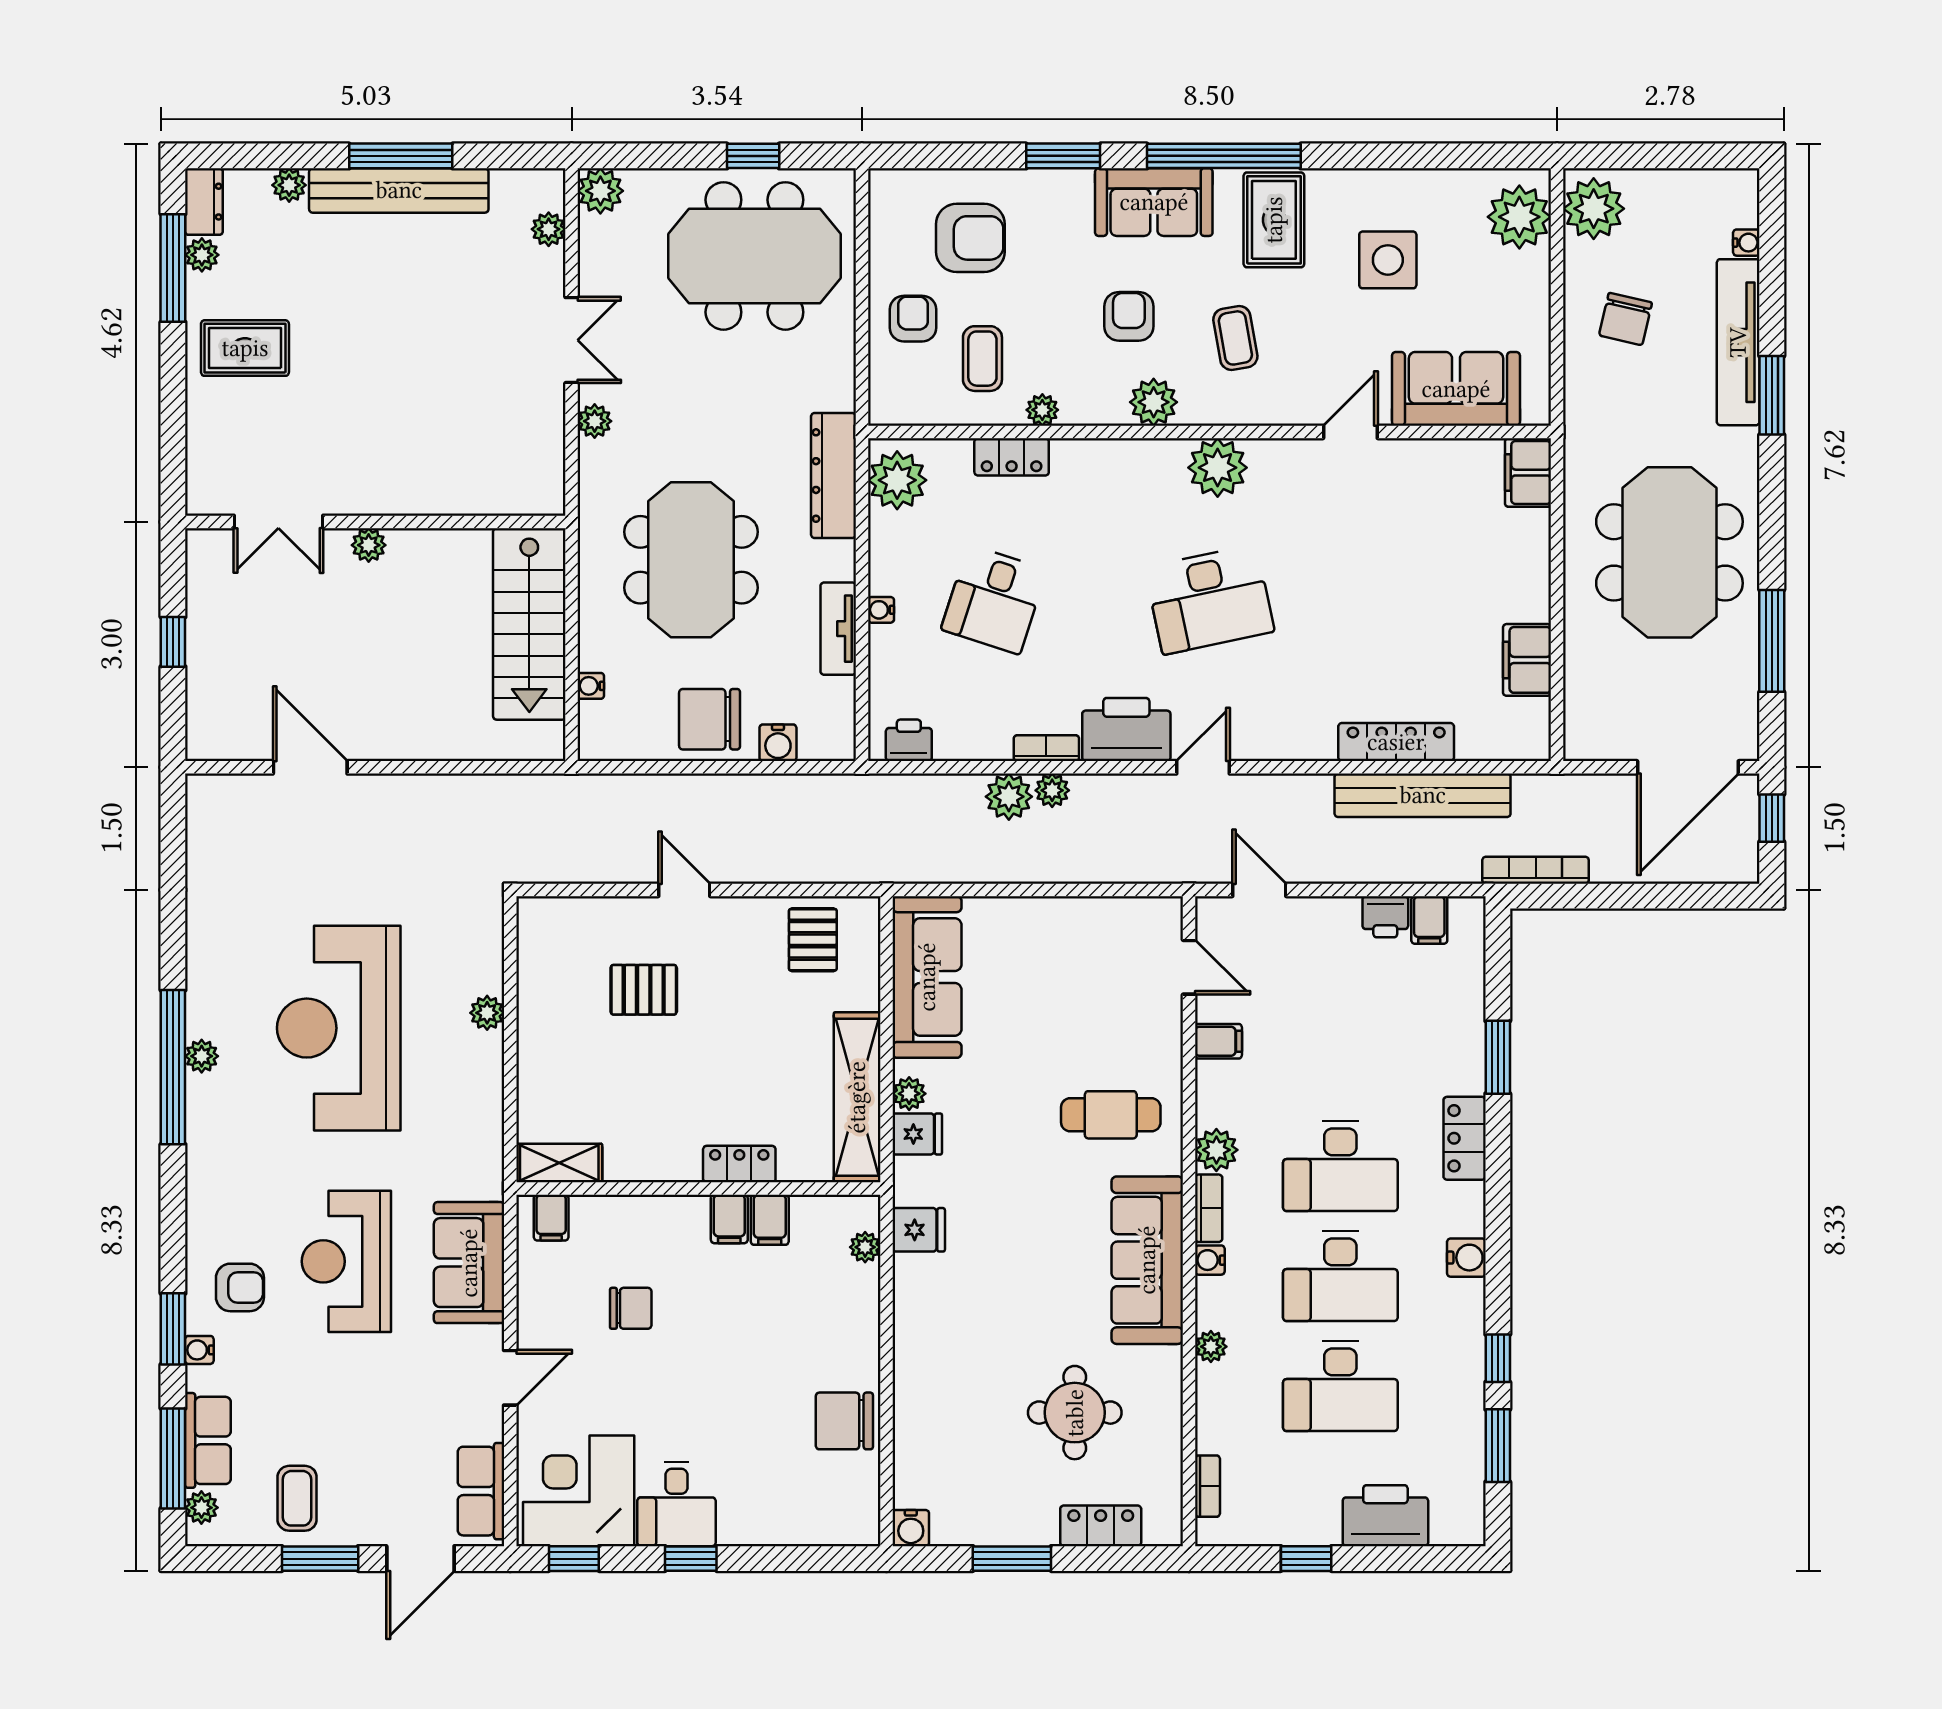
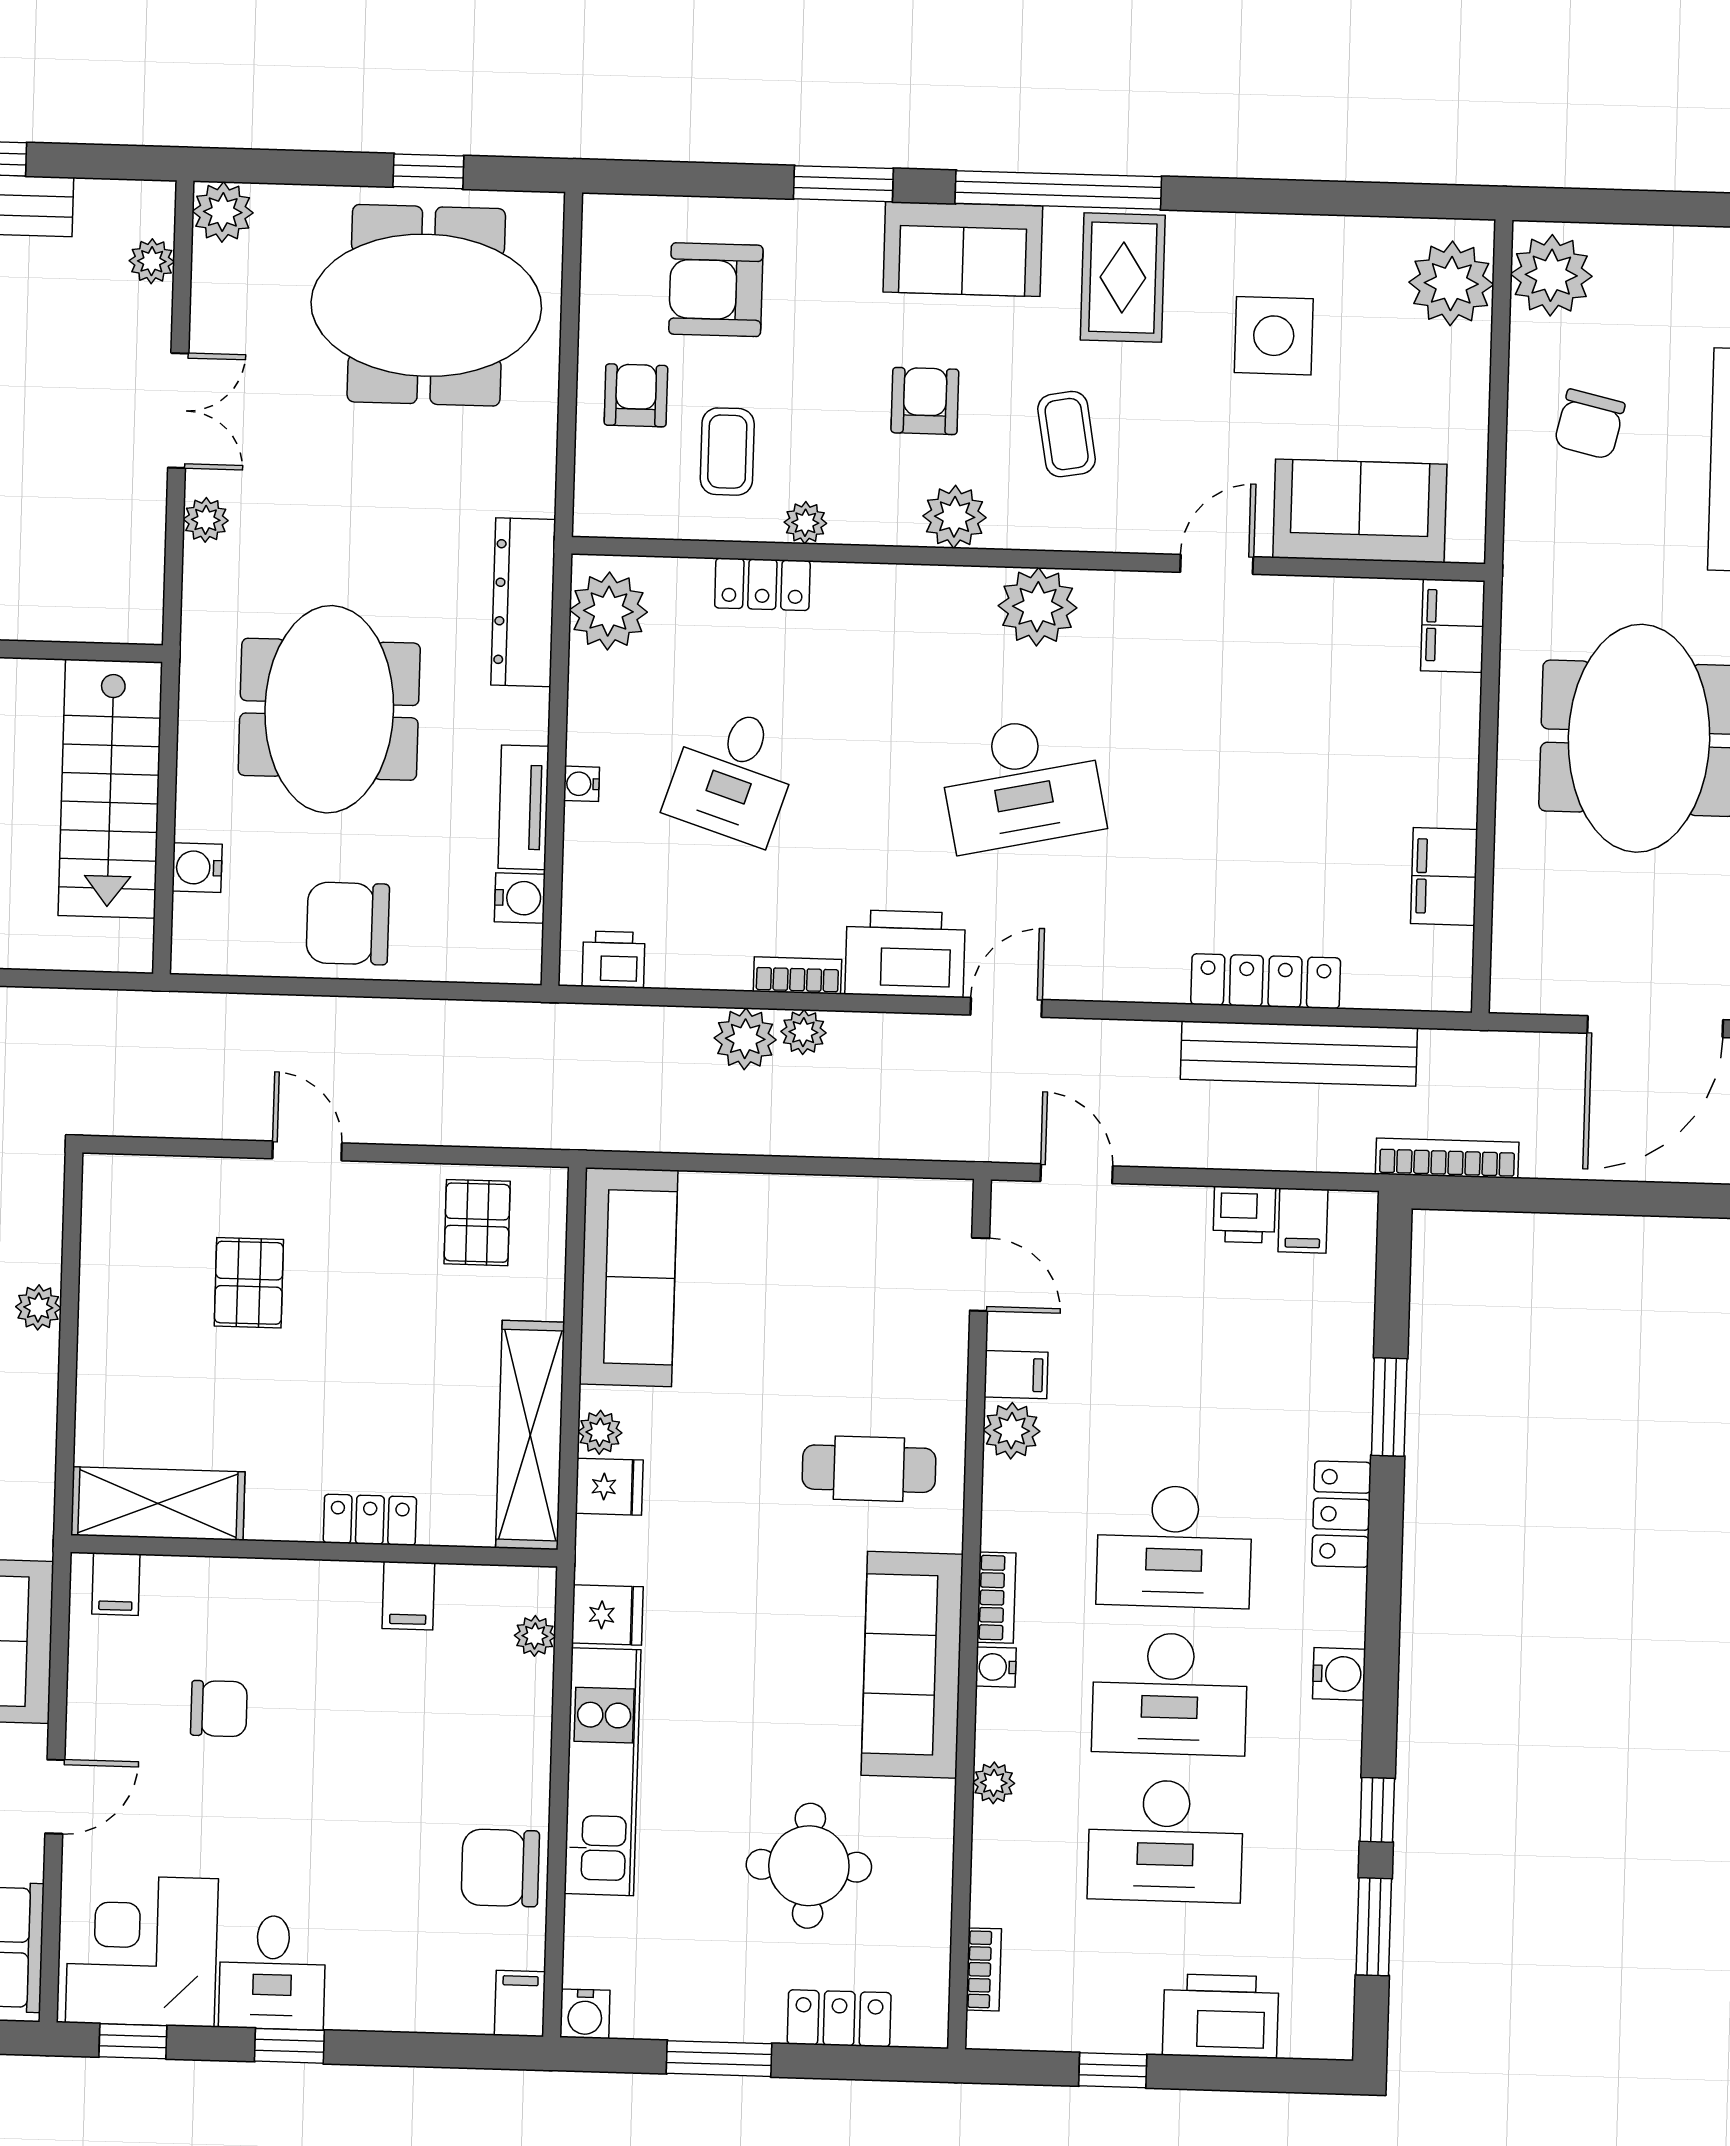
armchair: (970, 238) -> (716, 290), turned 180
water cooler: (591, 686) -> (197, 868), width x1.38, depth x1.38
water cooler: (778, 743) -> (520, 898), moved, turned -90
pallet: (644, 990) -> (249, 1283), turned 90
plant: (1216, 1150) -> (1012, 1431), moved
shelving: (559, 1163) -> (158, 1504), width x1.50, depth x1.33
filing cabinet: (729, 1219) -> (520, 2004), moved, turned 180
kitchen unit: (919, 1347) -> (602, 1772), added

